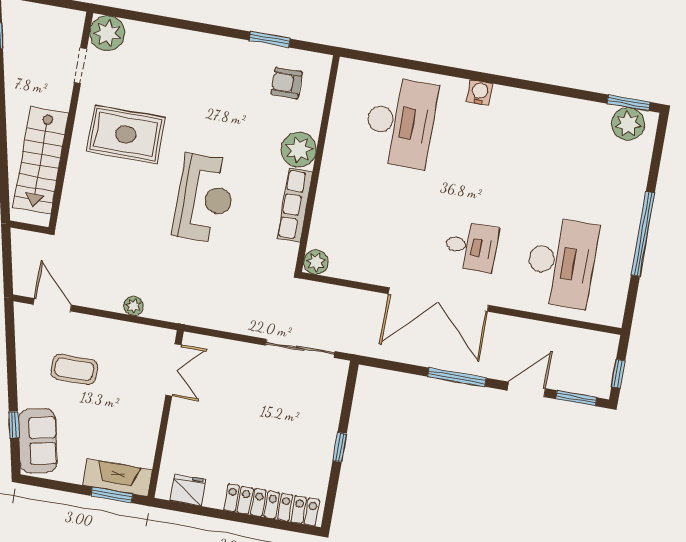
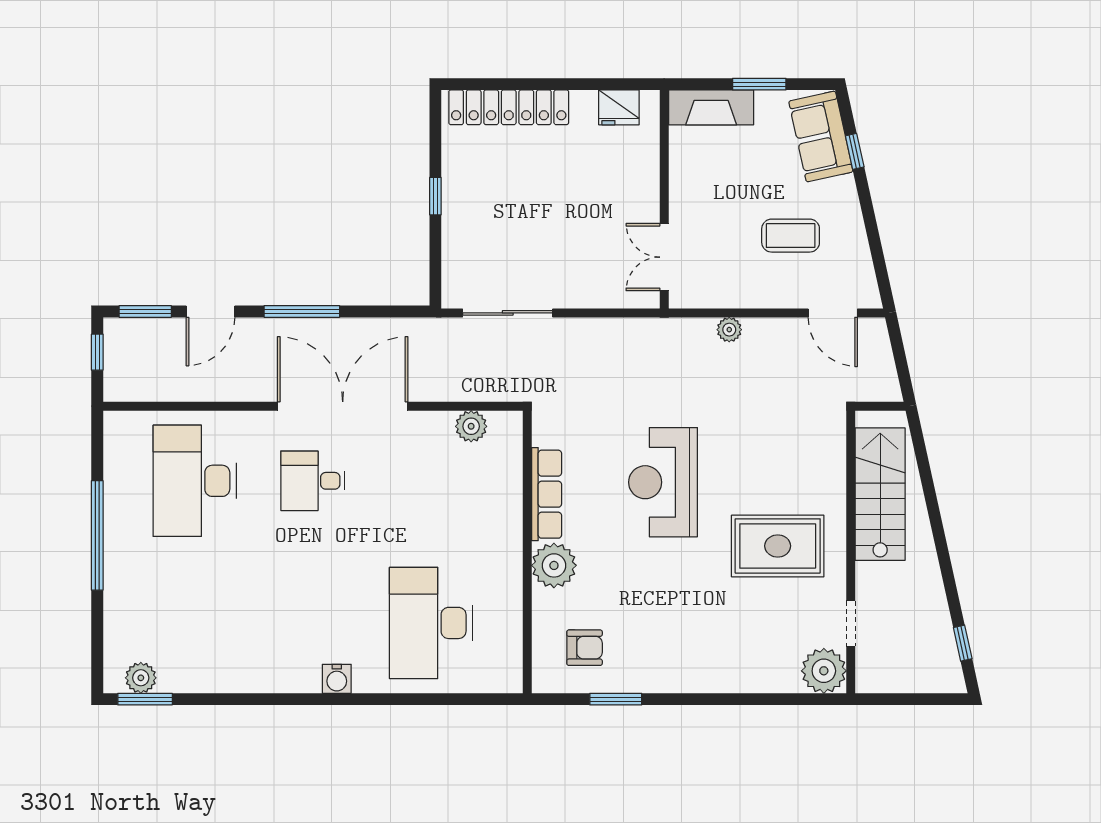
plant: (628, 124) -> (141, 678), width x0.73, depth x0.73
plant: (316, 262) -> (471, 426), moved
window: (112, 495) -> (759, 84), moved

